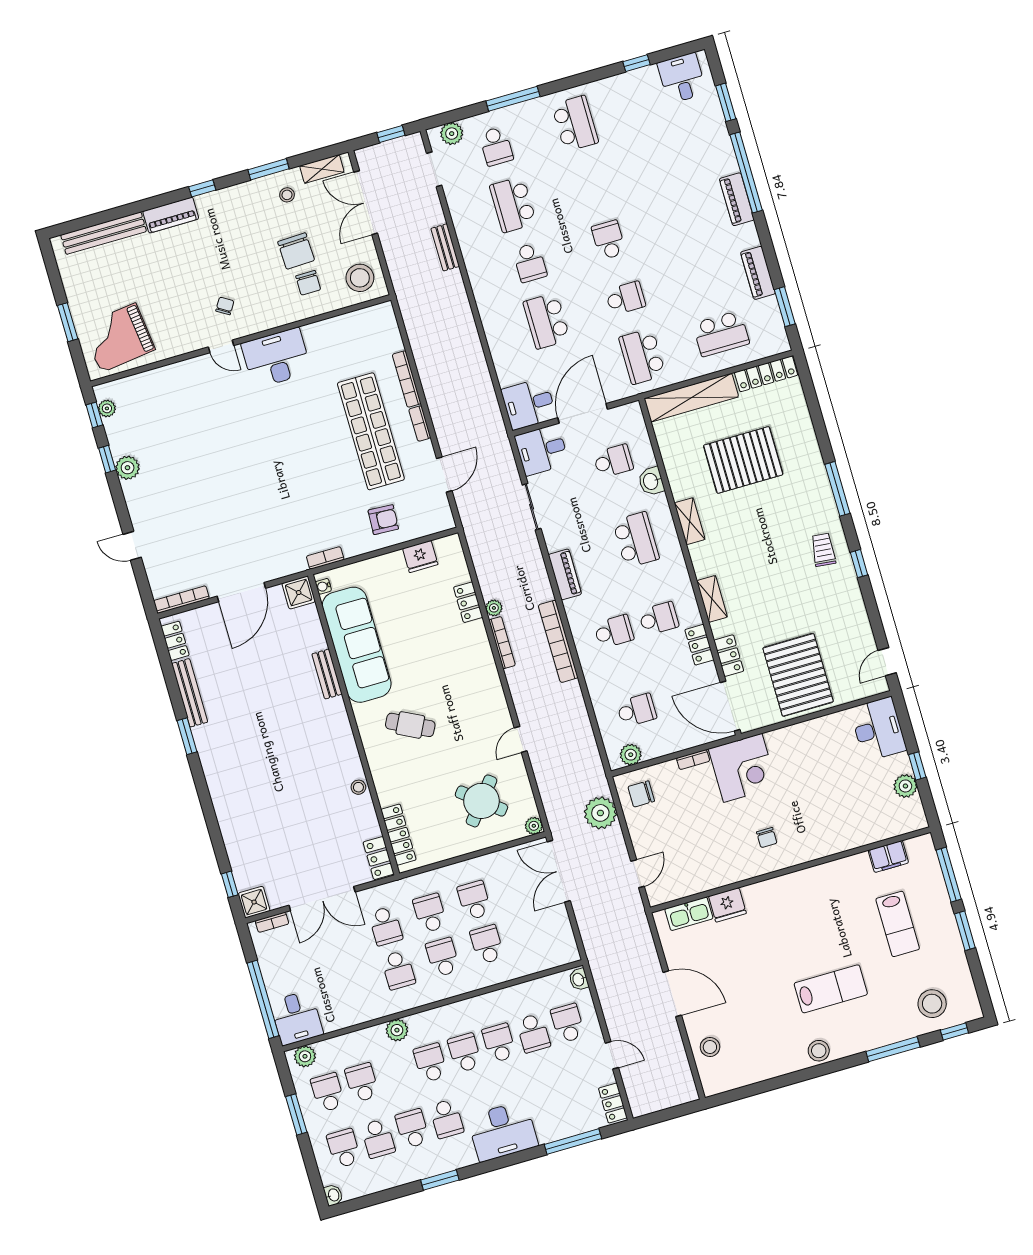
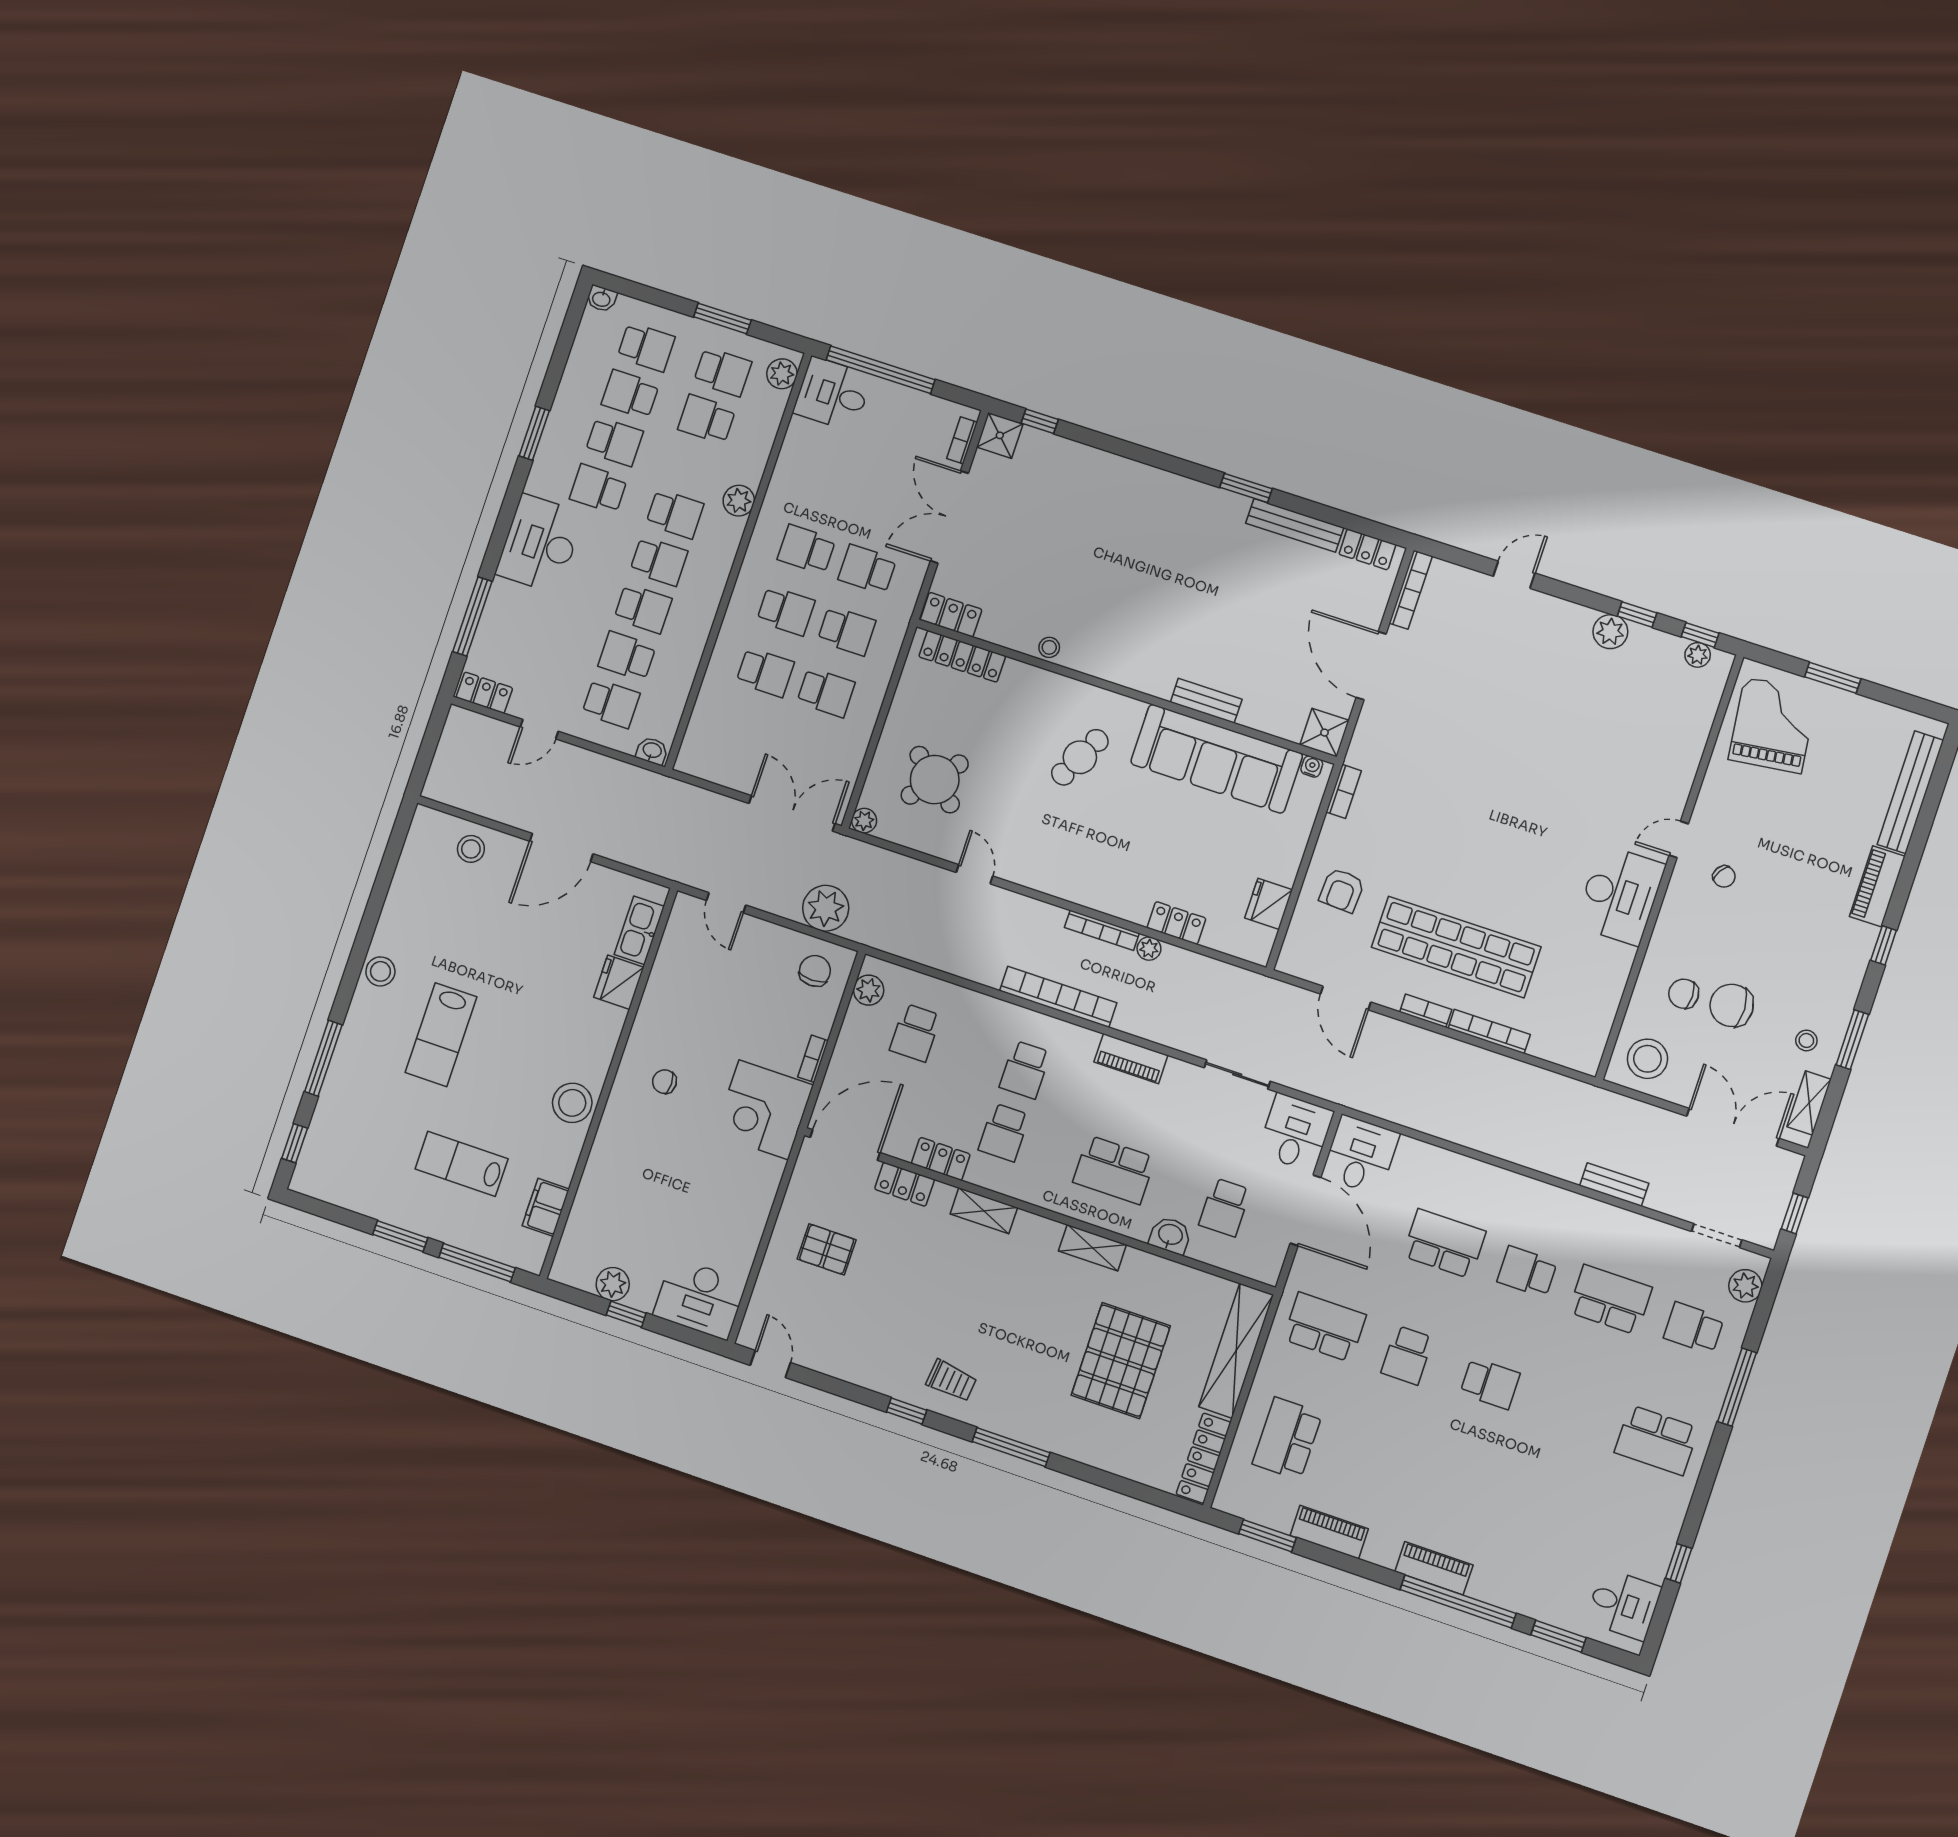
pallet: (798, 675) -> (827, 1249), width x0.49, depth x0.50
stool: (932, 1004) -> (572, 1103), moved
school desk: (362, 1083) -> (707, 419), turned 180

